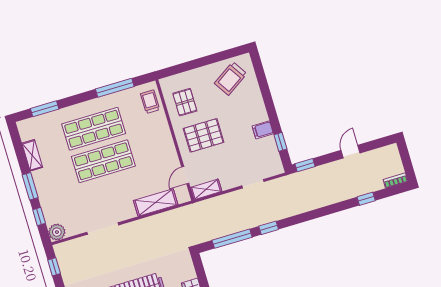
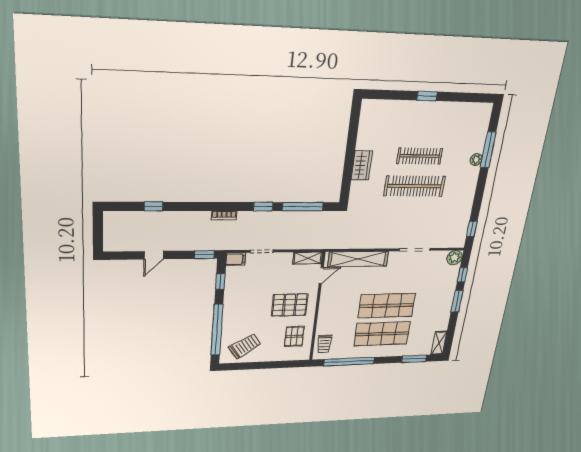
window: (115, 88) -> (349, 362), width x1.46
window: (265, 89) -> (217, 330), added
filing cabinet: (263, 130) -> (236, 259), moved
shelving: (32, 155) -> (439, 343), moved
bookcase: (396, 181) -> (224, 215), moved
shelving: (156, 203) -> (358, 259), width x1.47

